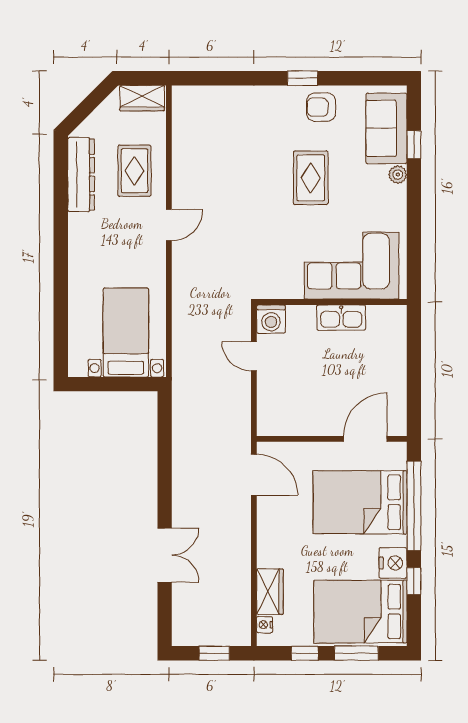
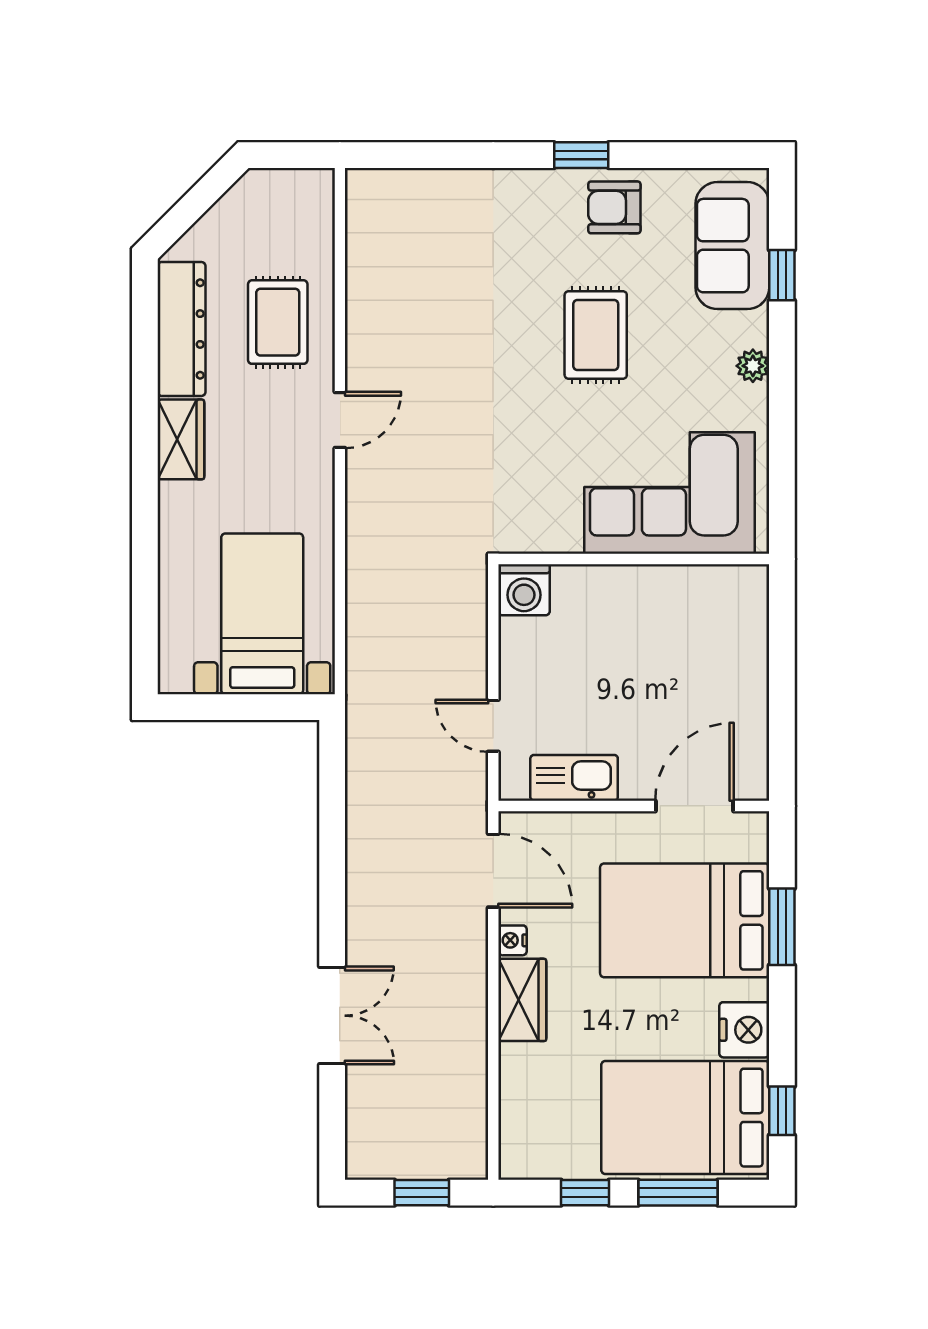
wardrobe: (142, 98) -> (181, 439), moved, turned -90
plant: (398, 175) -> (753, 366), moved
kitchen sink: (341, 318) -> (574, 778), moved, turned 180
door: (254, 356) -> (493, 726), moved
window: (414, 506) -> (782, 927), width x0.47
window: (414, 581) -> (782, 1111), moved
wardrobe: (270, 592) -> (522, 1000), moved
nightstand: (265, 625) -> (512, 940), moved

